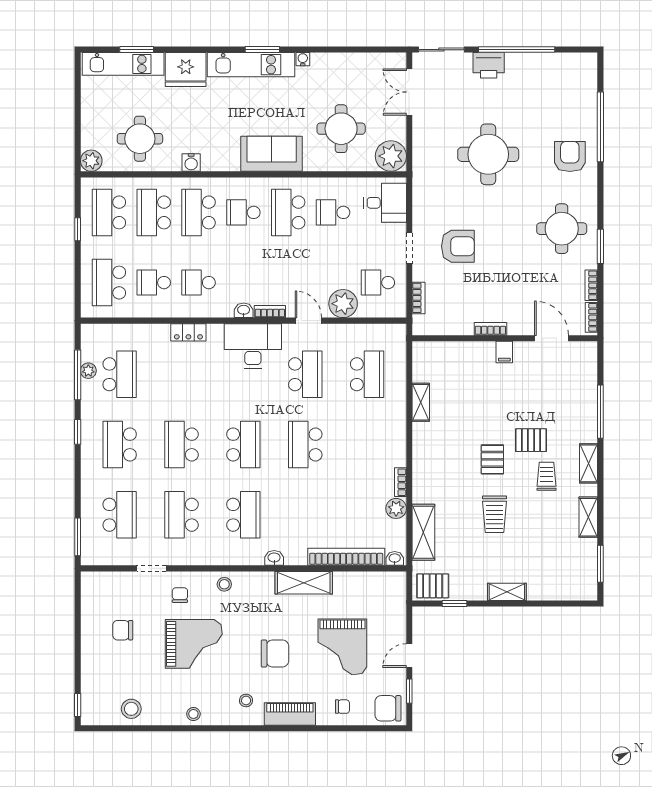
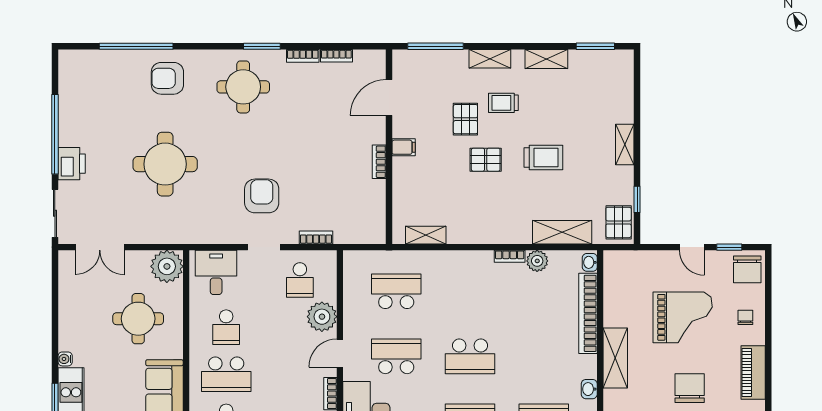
bookcase: (490, 329) -> (379, 162), moved
wall: (505, 338) -> (389, 147), moved
door: (552, 338) -> (389, 98), moved
filing cabinet: (504, 352) -> (404, 147), moved

